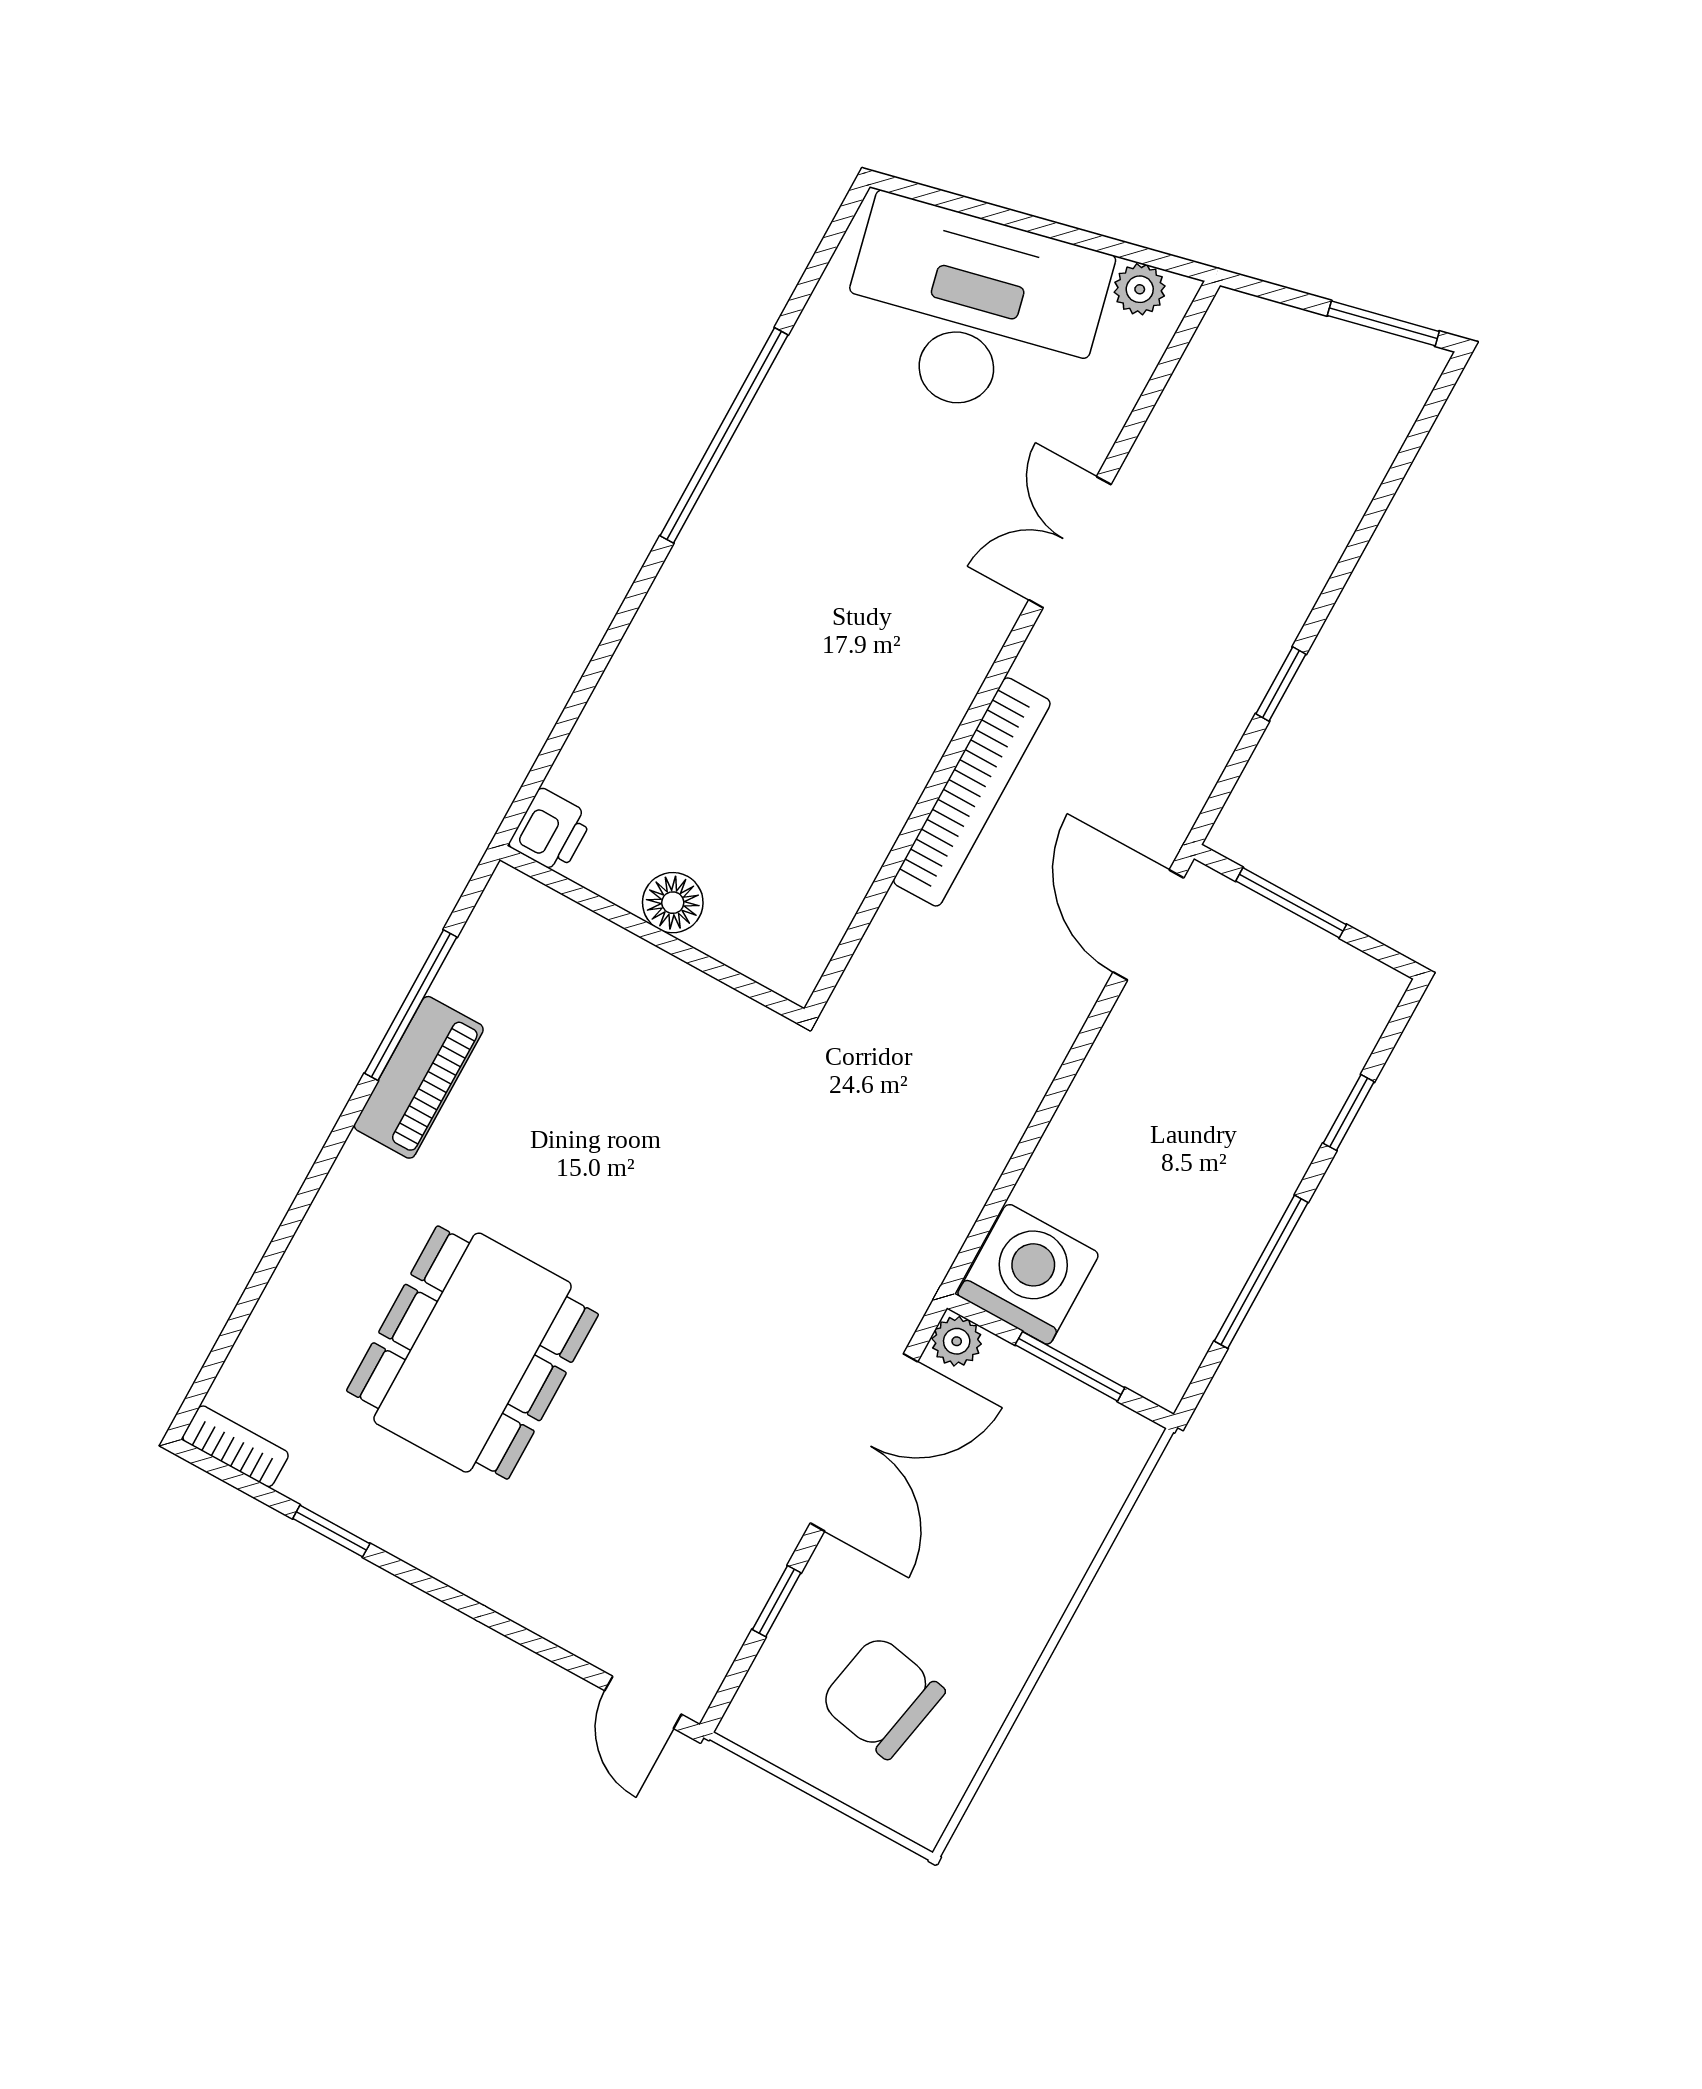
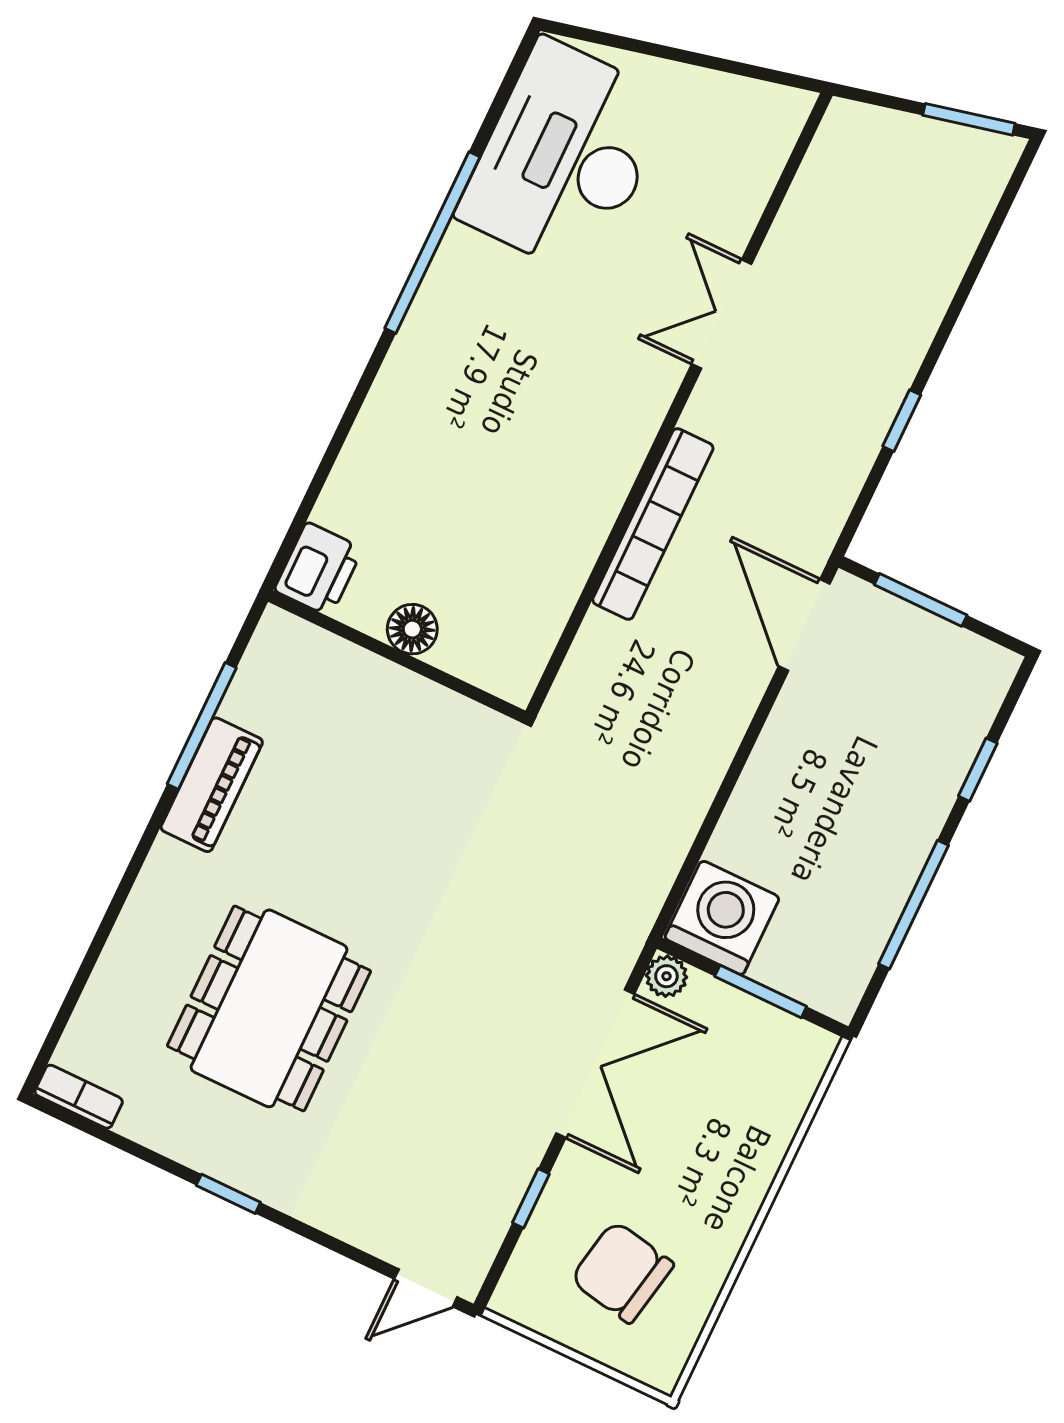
plant: (1140, 289) -> (767, 103), removed
desk: (972, 312) -> (565, 157), moved, turned -77
printer: (551, 831) -> (319, 569), width x1.36, depth x1.24
window: (331, 1531) -> (228, 1194), moved
door: (643, 1702) -> (426, 1288), hinge flipped

